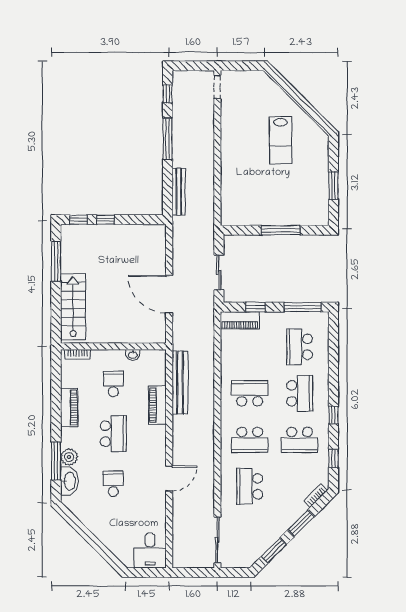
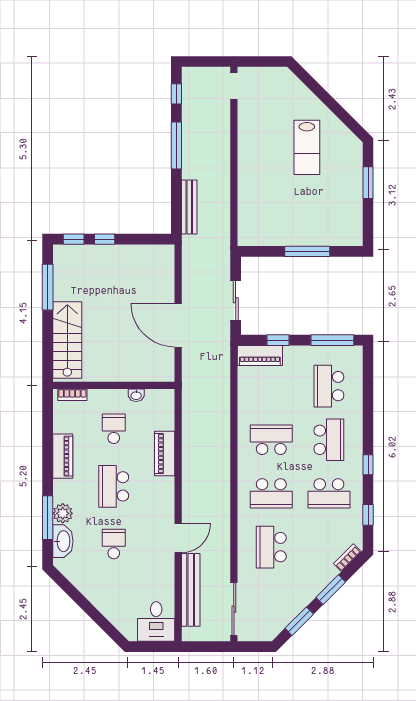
window: (333, 186) -> (368, 183), moved
bench: (180, 382) -> (191, 590), moved
school desk: (113, 434) -> (114, 486), turned 180

